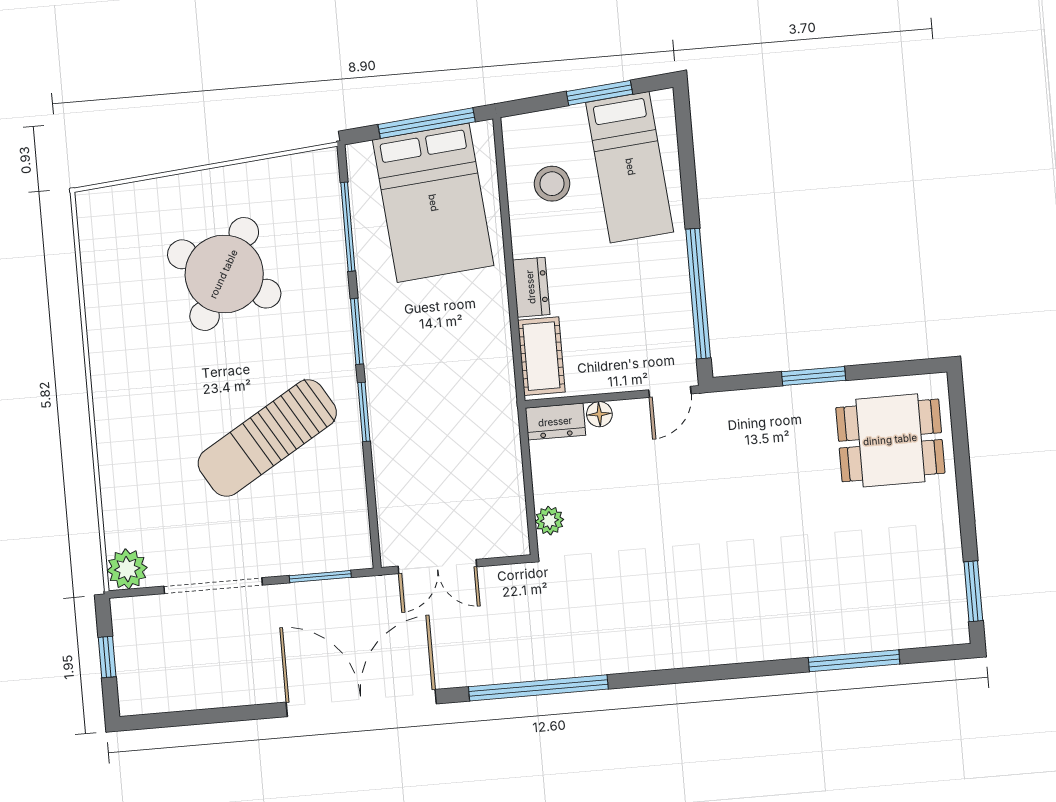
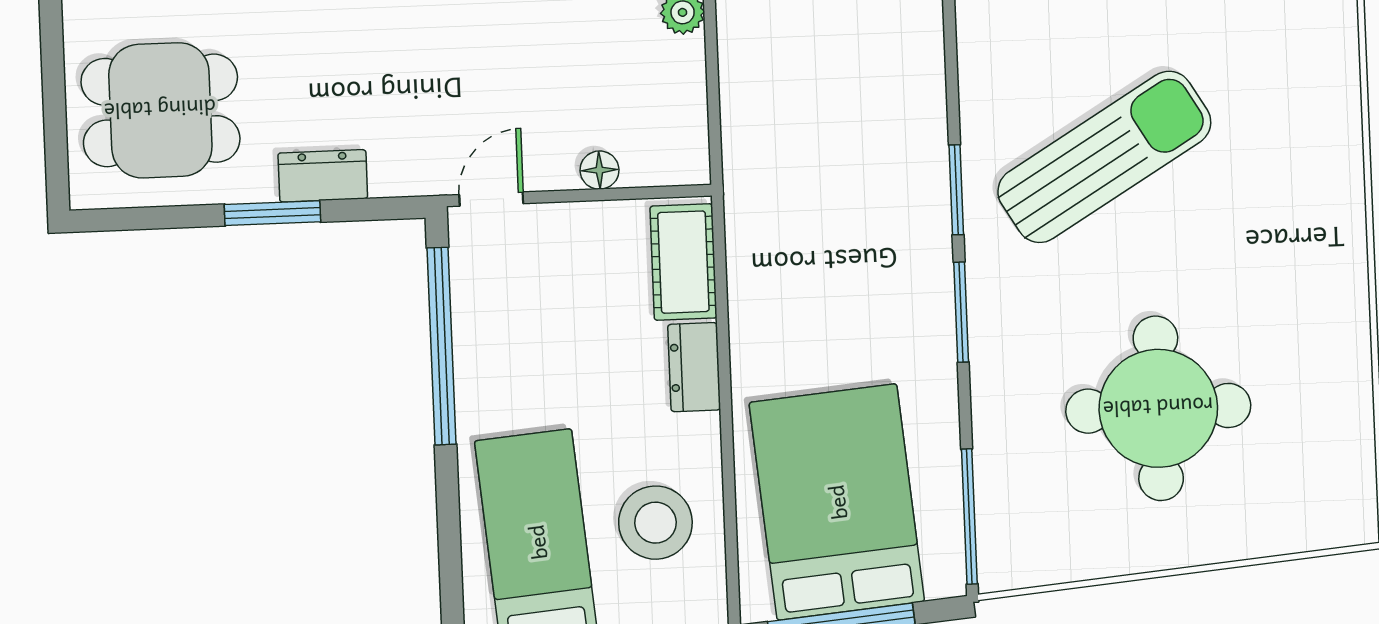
stool: (552, 184) -> (655, 523), width x1.38, depth x1.38
window: (348, 227) -> (969, 516), moved
round table: (224, 274) -> (1158, 408), turned -30
dresser: (555, 422) -> (323, 176), moved

